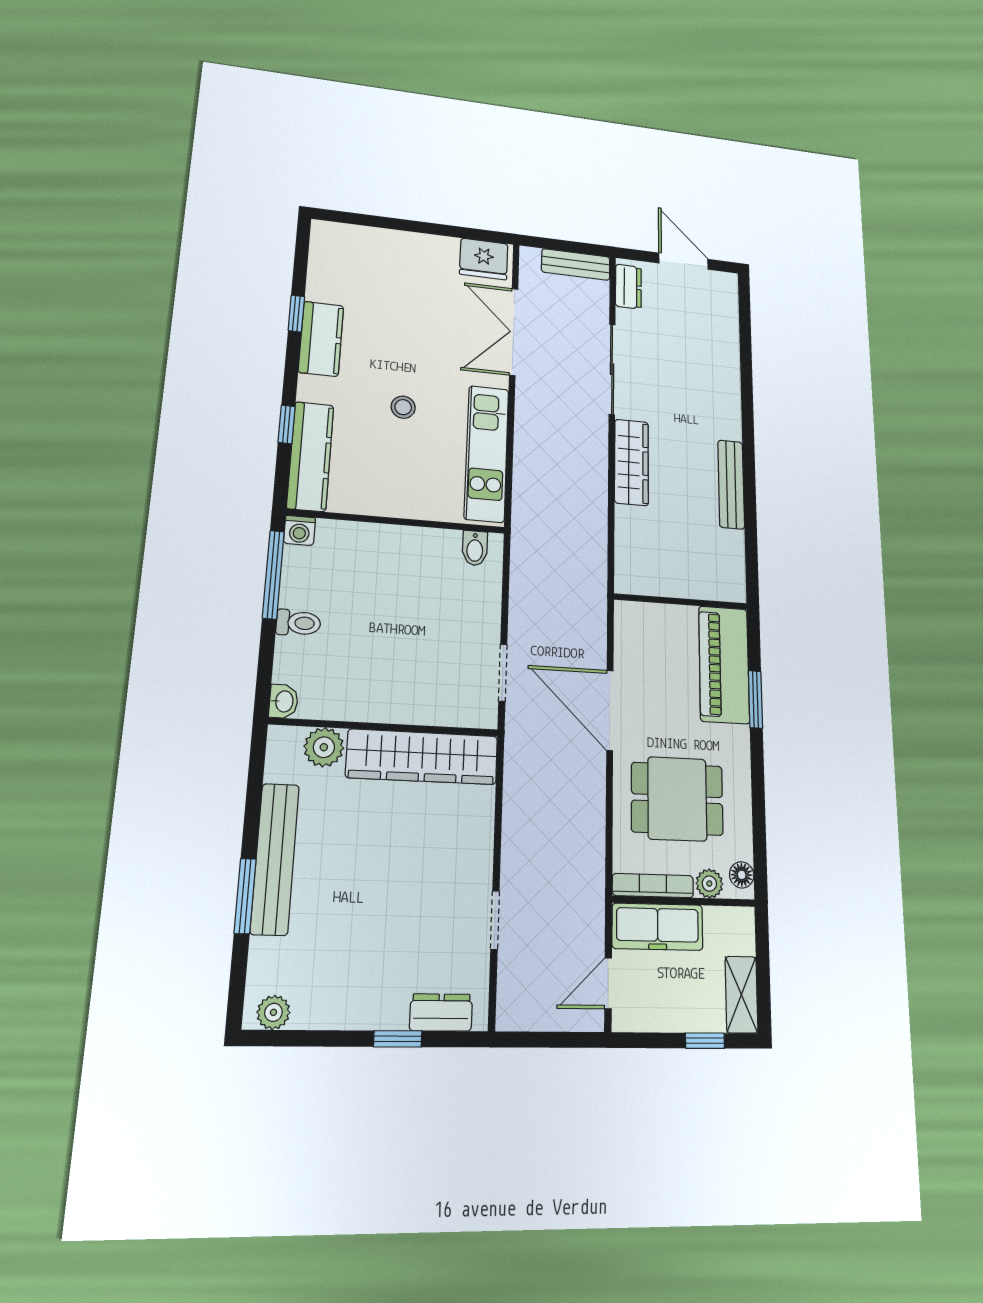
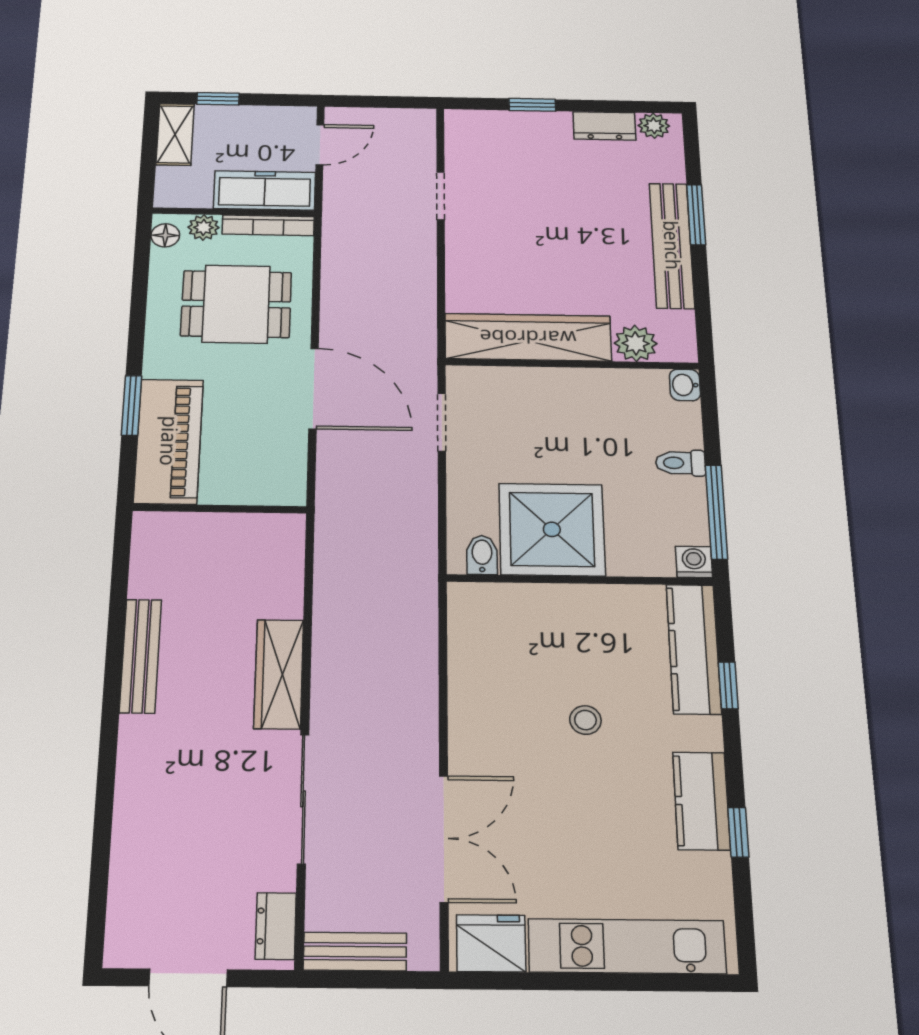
kitchen unit: (487, 453) -> (627, 946), moved, turned -90
shower: (416, 567) -> (552, 529), added
dresser: (441, 1012) -> (604, 126), moved

